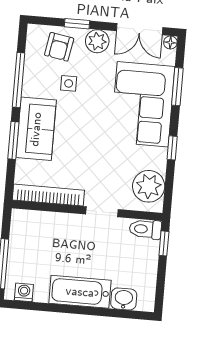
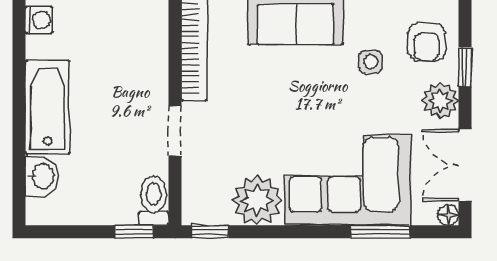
armchair: (59, 47) -> (427, 42), turned -100
window: (172, 148) -> (210, 232), moved
plant: (149, 186) -> (257, 200), moved

